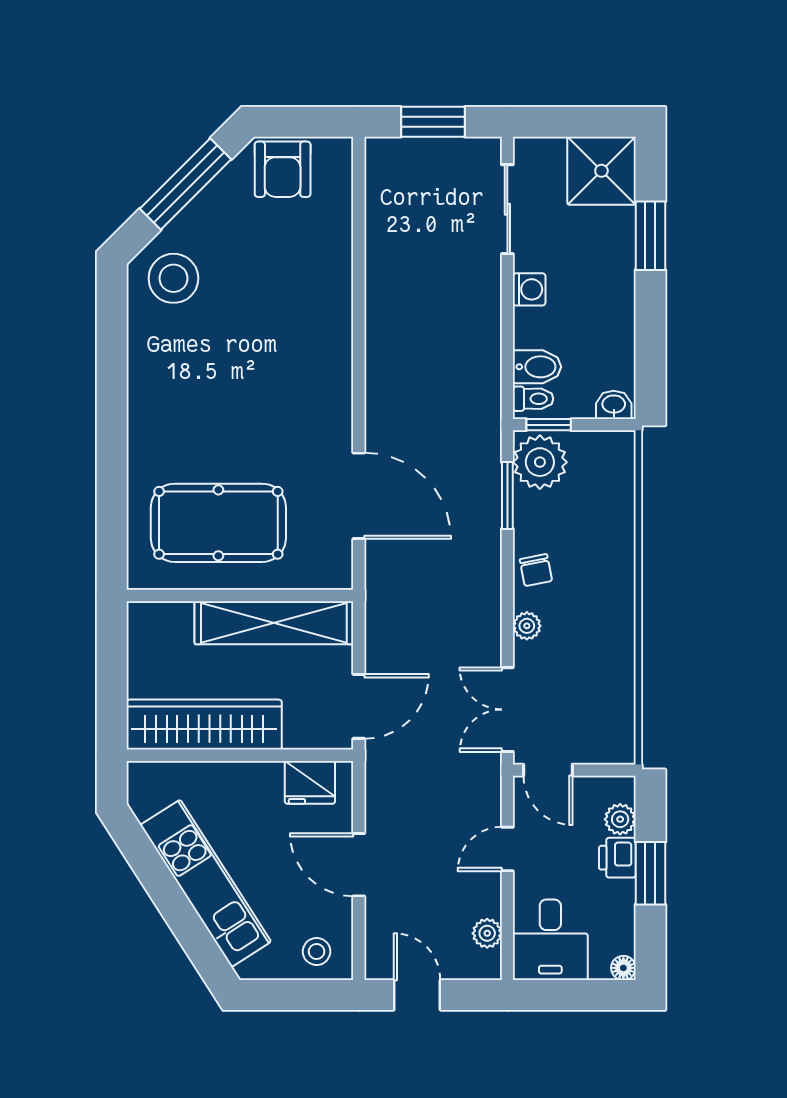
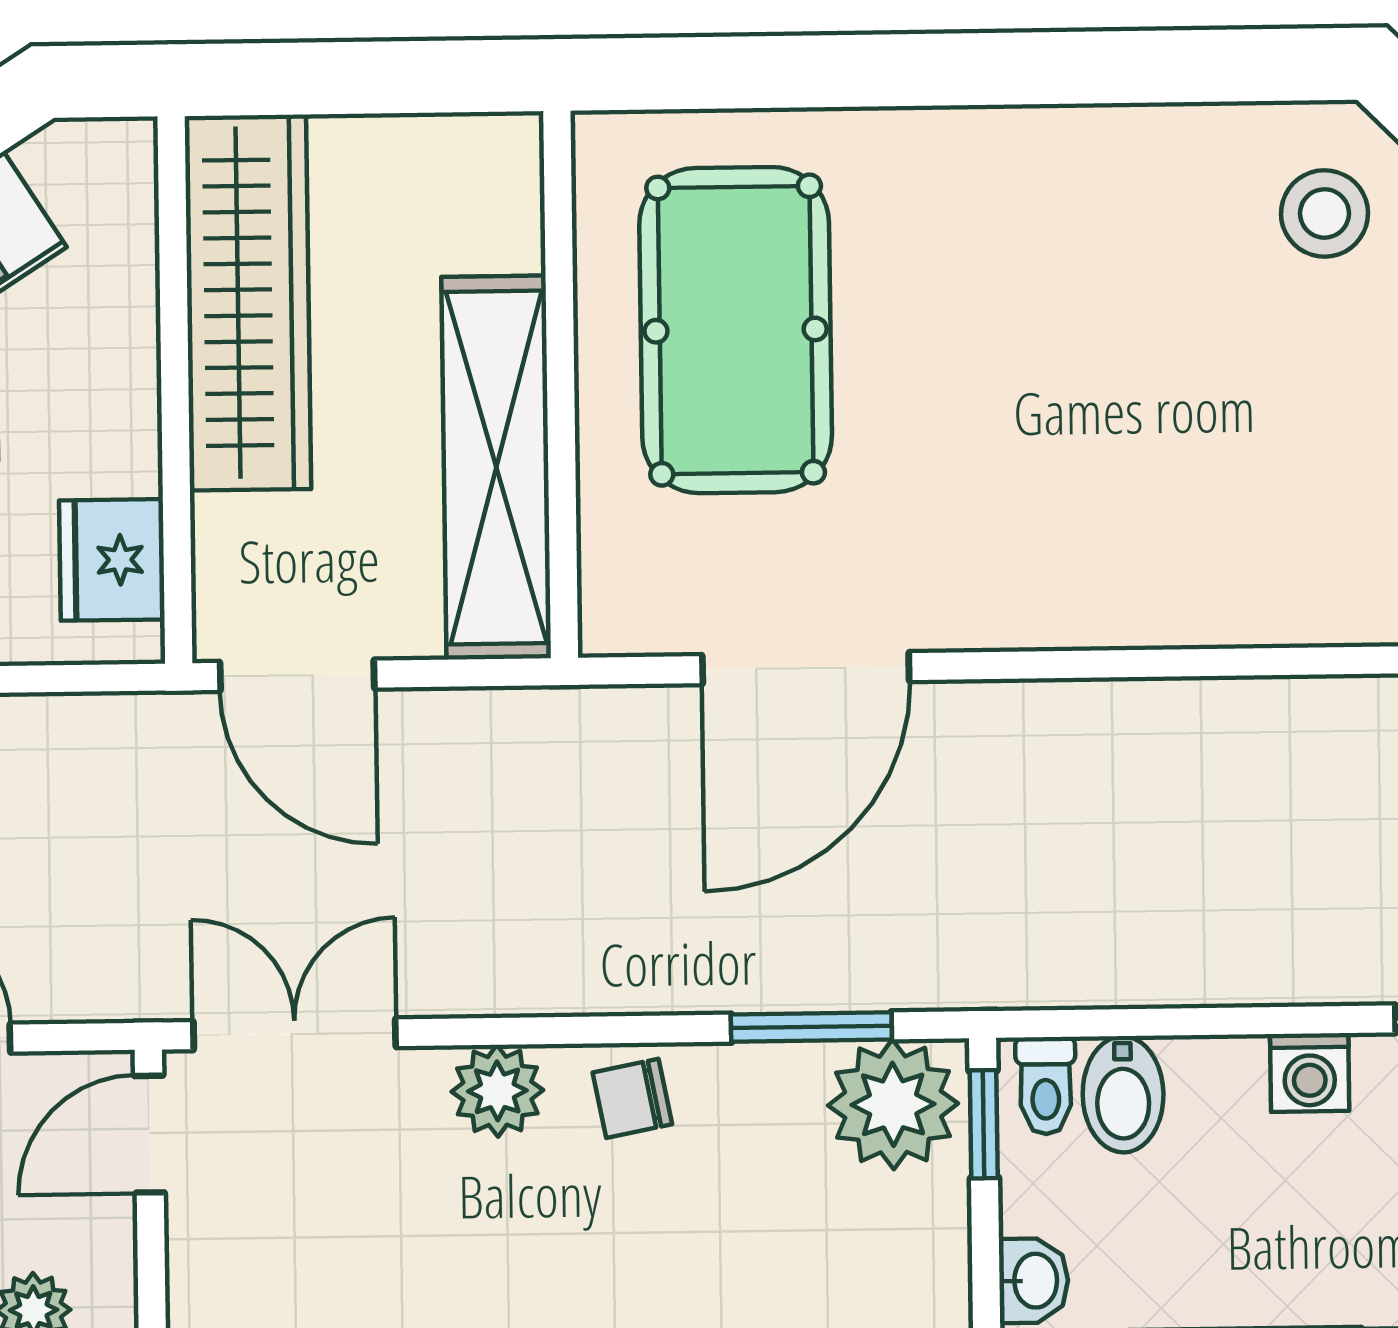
stool: (173, 278) -> (1325, 213), width x0.73, depth x0.73
plant: (527, 626) -> (497, 1091), width x1.38, depth x1.38

